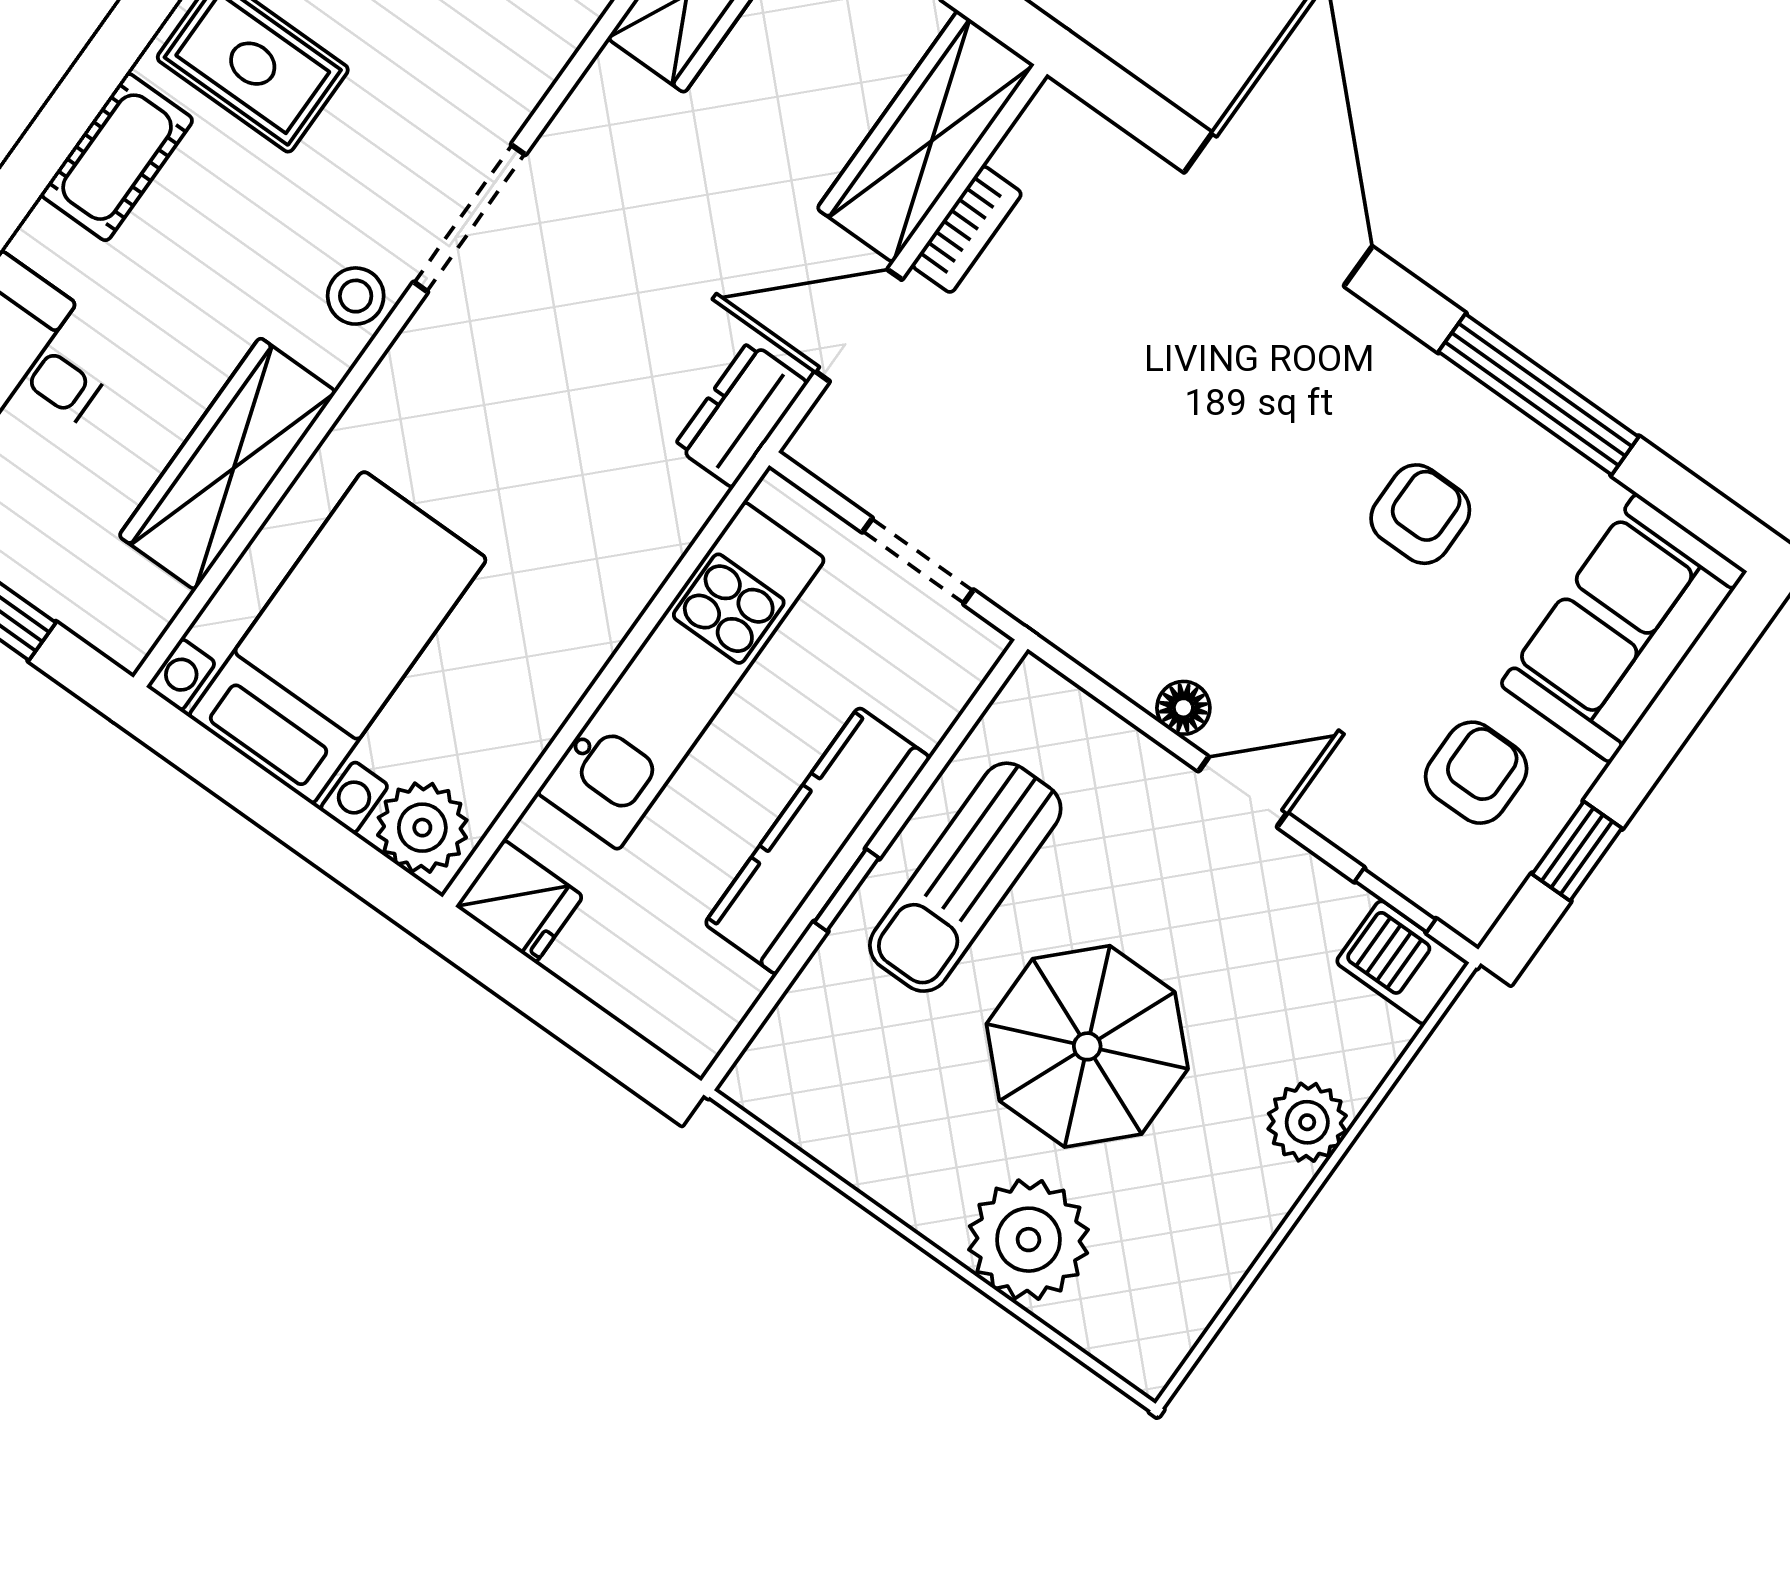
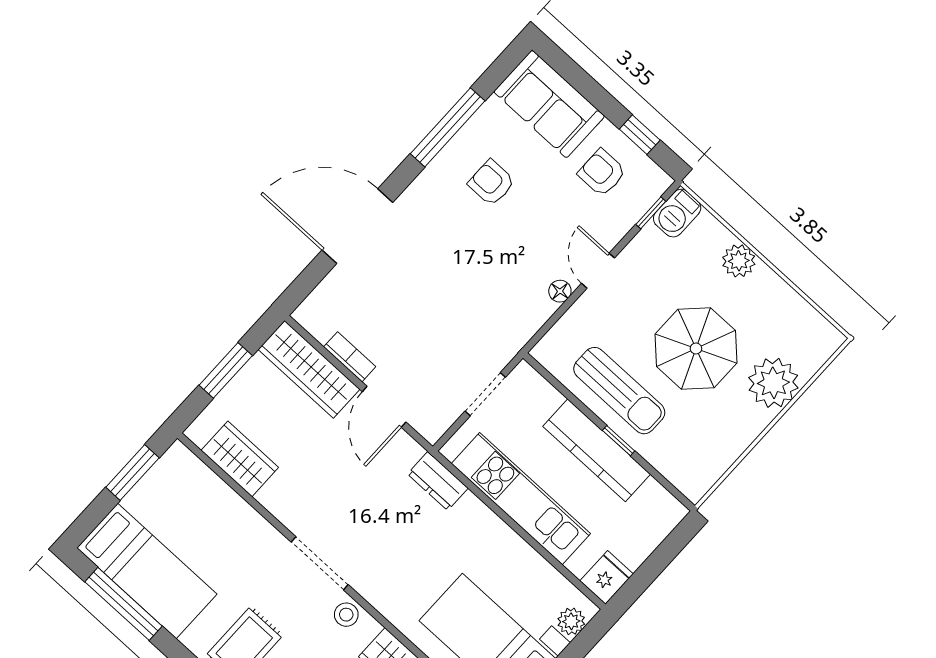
dresser: (741, 414) -> (438, 481), moved
plant: (422, 828) -> (571, 621), width x0.73, depth x0.73

